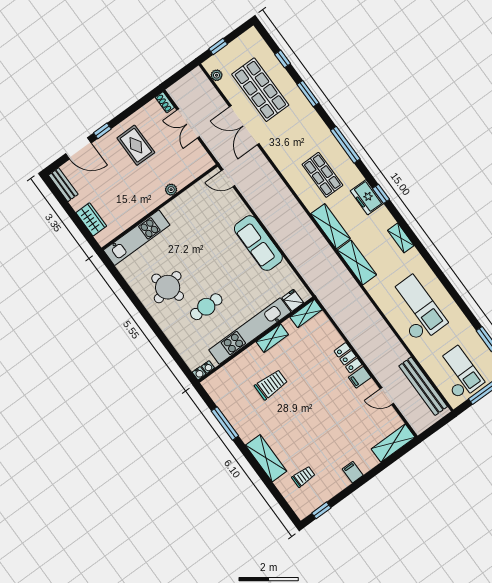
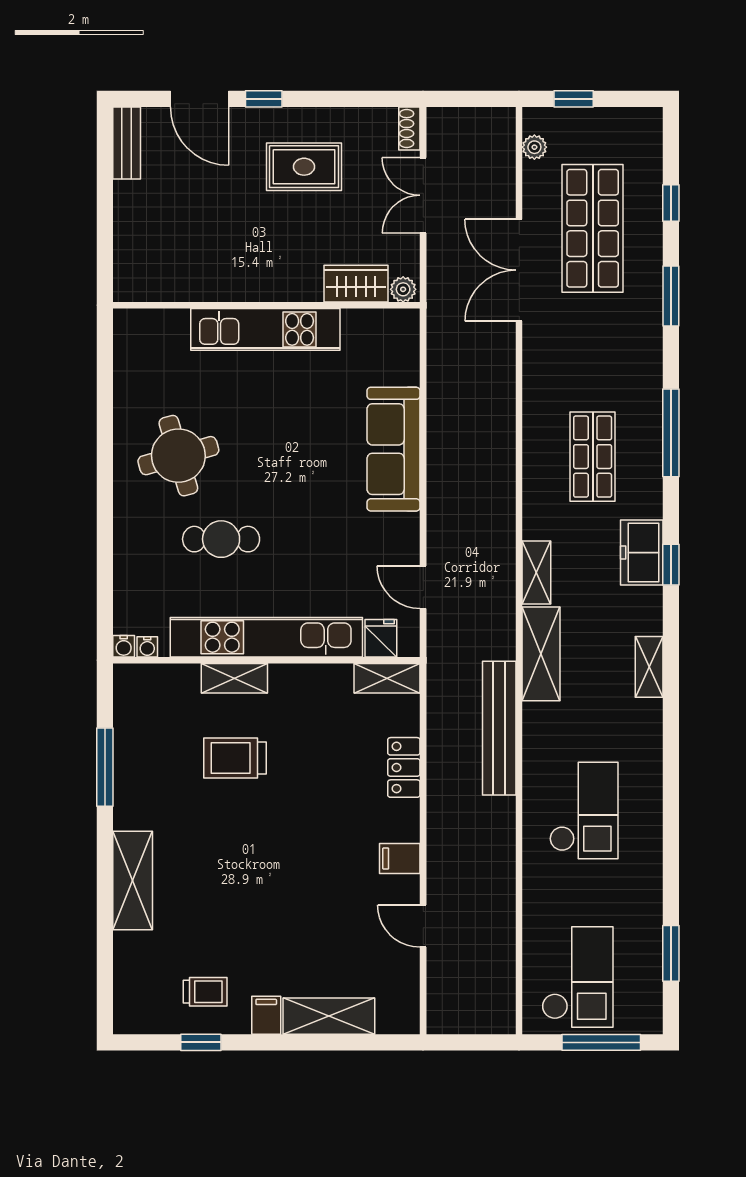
rug: (136, 145) -> (304, 167), turned 90
door: (228, 178) -> (423, 587), moved
plant: (171, 190) -> (403, 289), moved
wardrobe: (91, 219) -> (356, 284), moved, turned -90
shelving: (330, 226) -> (536, 573), width x0.67, depth x0.75
kitchen unit: (137, 238) -> (265, 329), moved
sofa: (258, 243) -> (394, 449), moved
checkout: (415, 309) -> (584, 811), width x0.73, depth x0.83
shelving: (272, 338) -> (234, 678), moved
locker: (348, 358) -> (404, 767), moved
trolley: (271, 385) -> (235, 758), turned 180
bench: (423, 386) -> (499, 728), moved
shelving: (393, 443) -> (329, 1016), moved
trolley: (303, 477) -> (205, 992), moved
window: (321, 510) -> (201, 1042), moved

